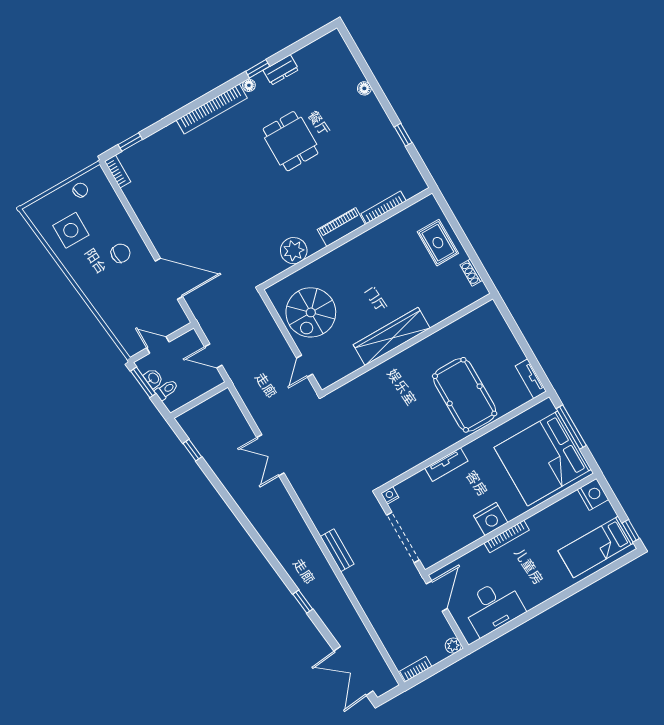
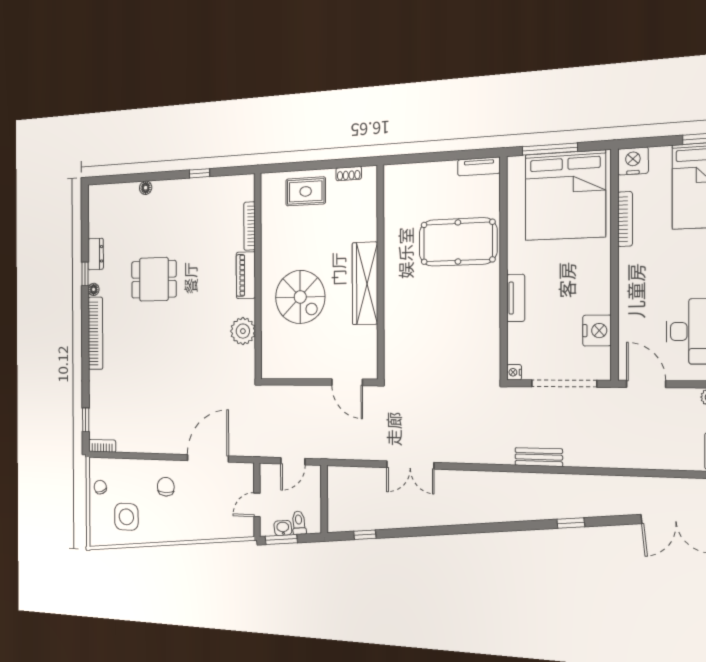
spiral stairs: (311, 312) -> (300, 297), moved
door: (305, 366) -> (347, 382), width x1.38
nightstand: (491, 519) -> (597, 331), moved
bookcase: (507, 536) -> (625, 219), moved

